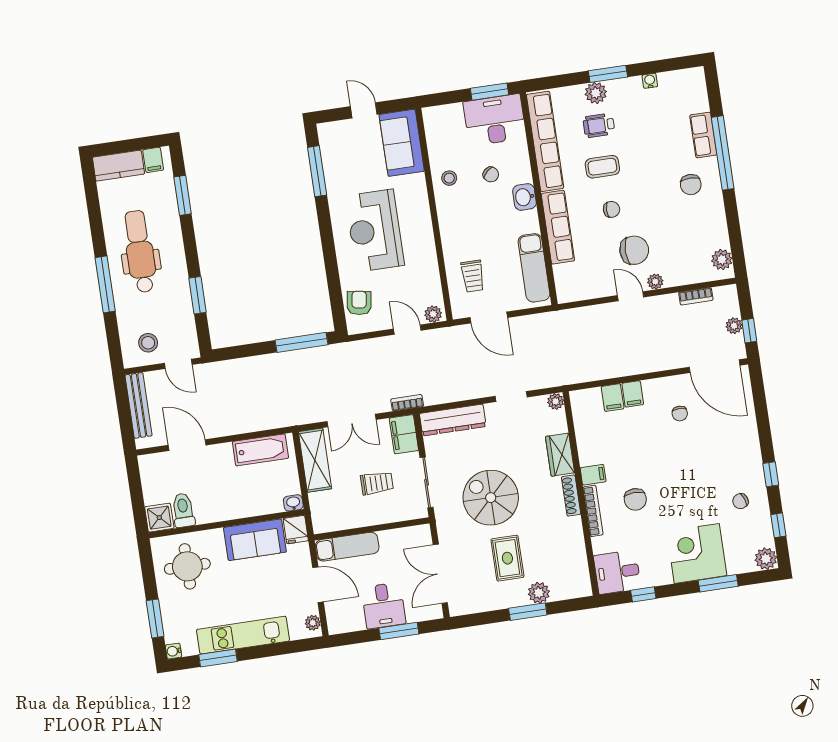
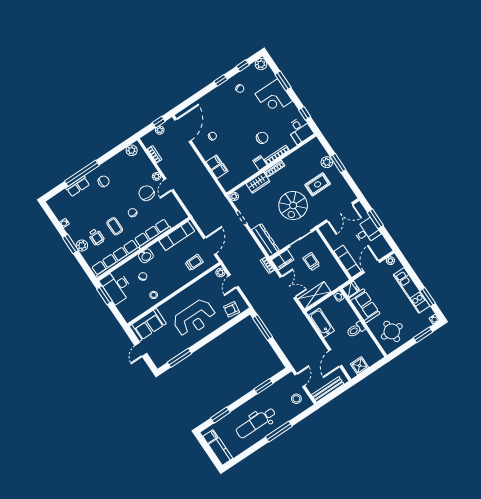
toilet: (183, 510) -> (356, 330), moved
shower: (159, 518) -> (360, 366), moved

